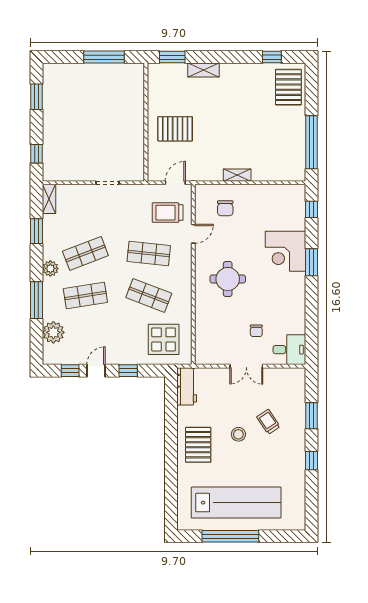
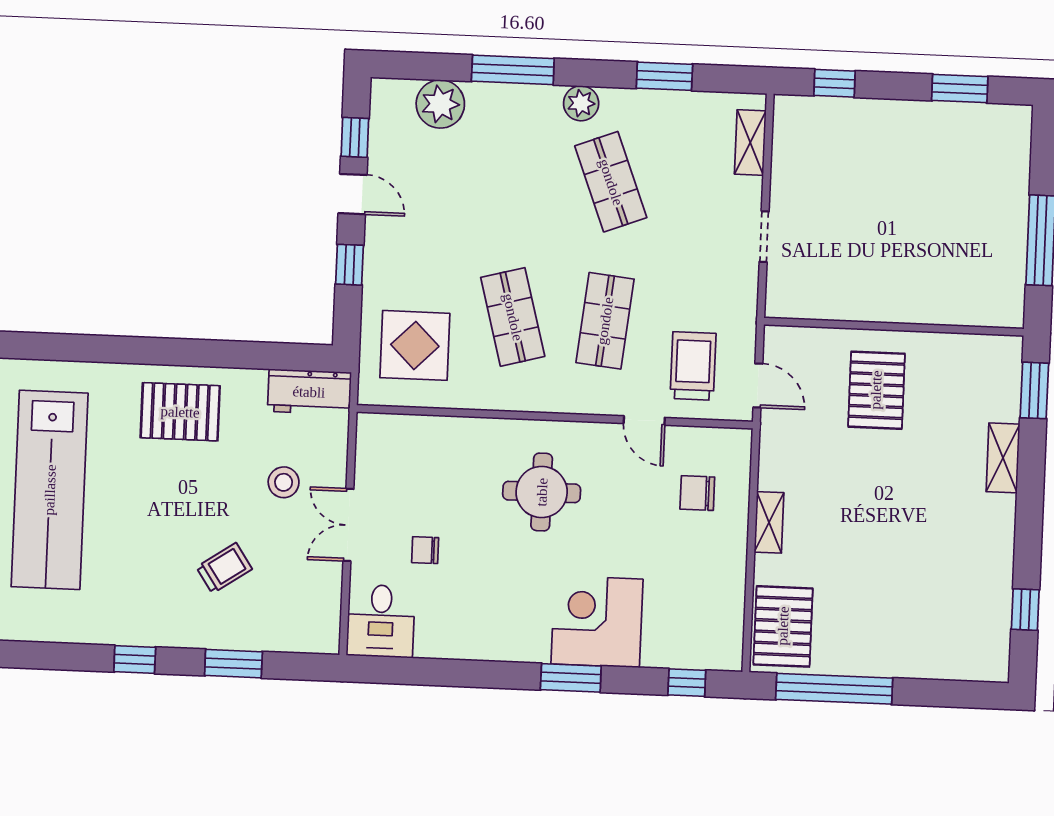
pallet: (288, 87) -> (783, 626), moved, turned 90
shelving: (49, 199) -> (750, 143), moved, turned 90
shop shelf: (85, 295) -> (519, 178), removed
shop shelf: (149, 295) -> (513, 317), turned -36
stool: (238, 434) -> (284, 482), moved

